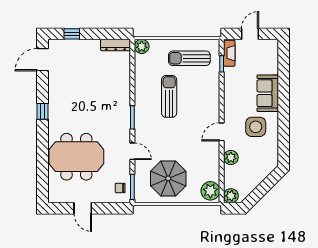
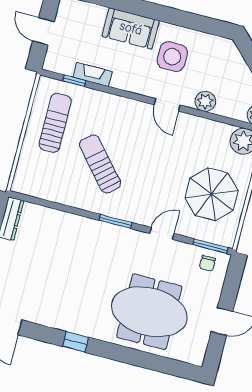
plant: (142, 46) -> (22, 184), removed
fireplace: (229, 53) -> (93, 74), moved
sun lounger: (189, 58) -> (55, 123), turned 180
sun lounger: (169, 96) -> (100, 164), turned 49
meeting table: (76, 157) -> (149, 312), turned 90

